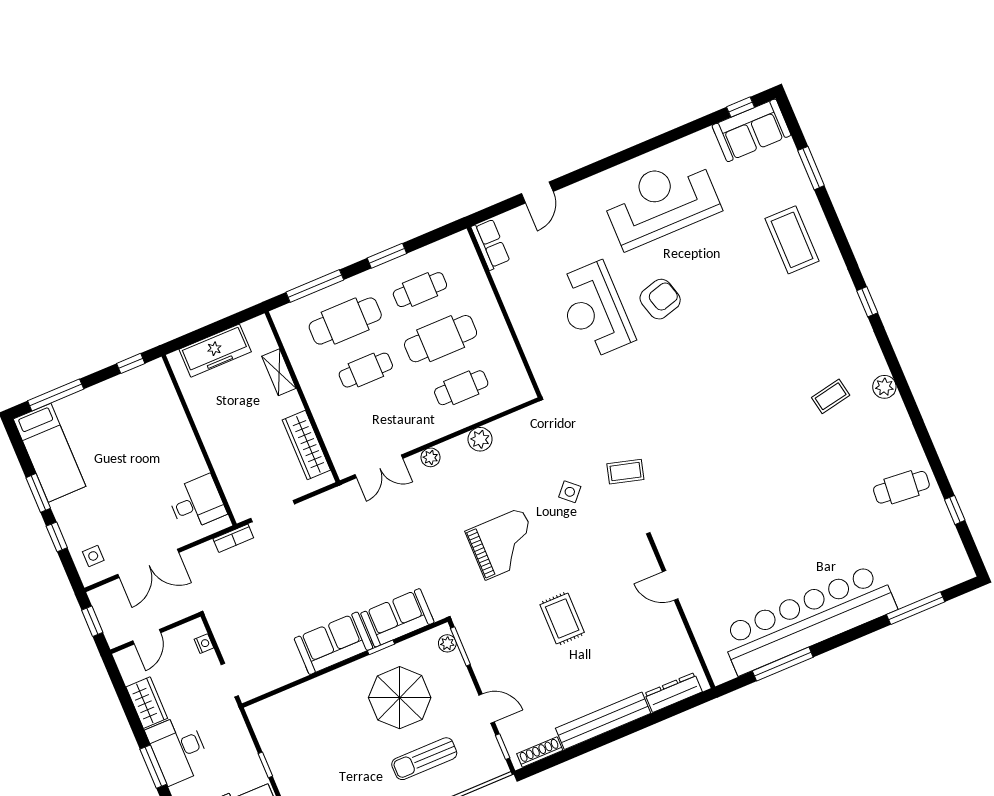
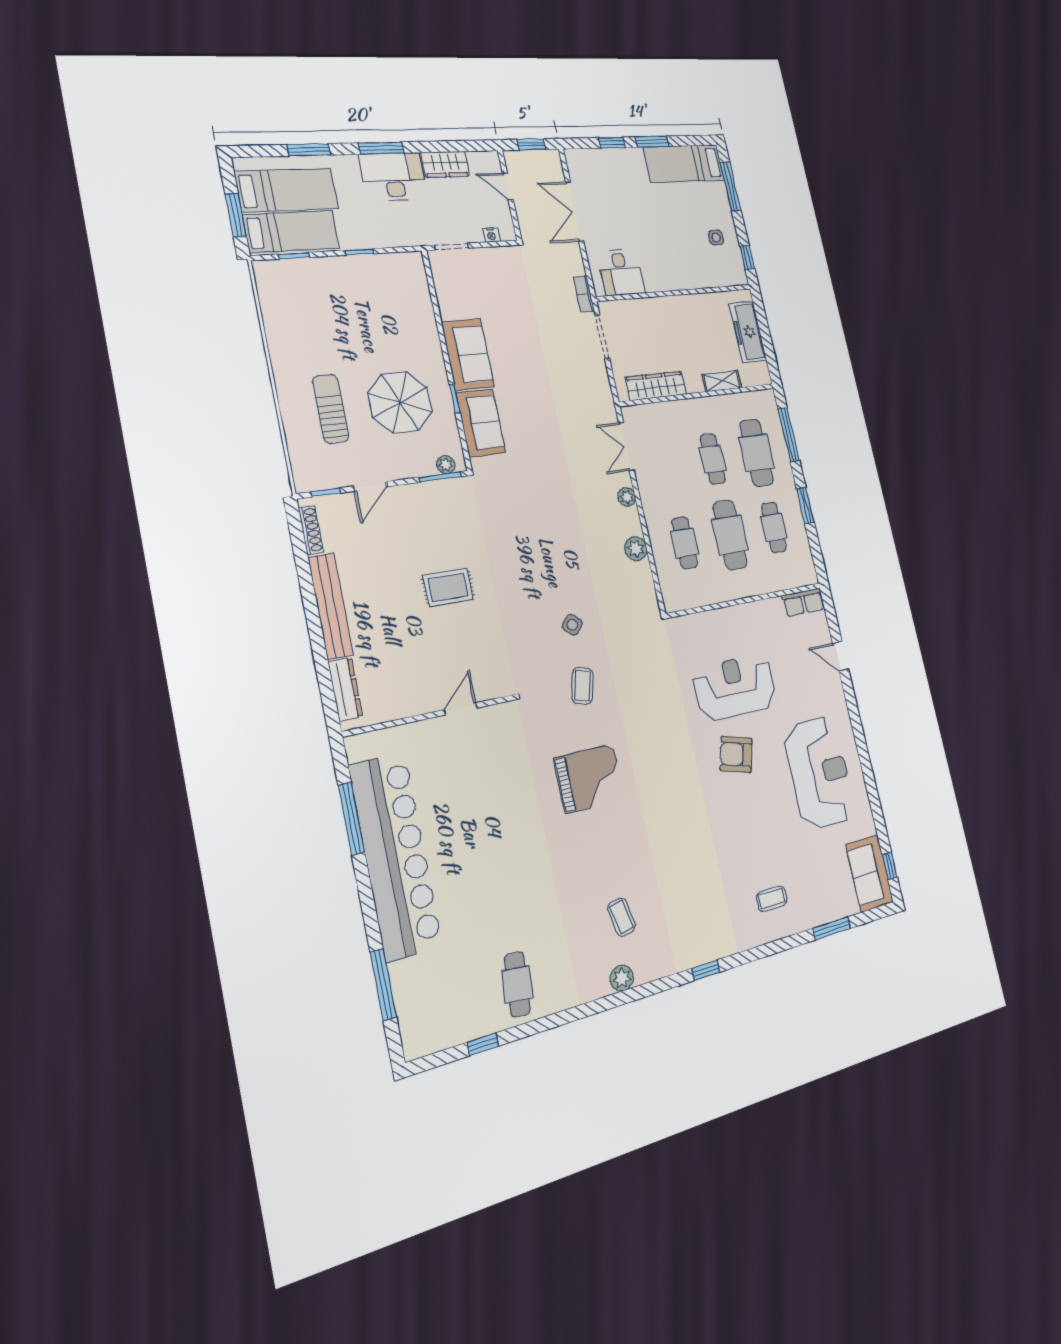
coffee table: (792, 240) -> (772, 899), width x0.54, depth x0.58
armchair: (660, 299) -> (736, 754), turned 122
grand piano: (504, 544) -> (589, 779), moved, turned -90
side table: (93, 556) -> (716, 238), moved

